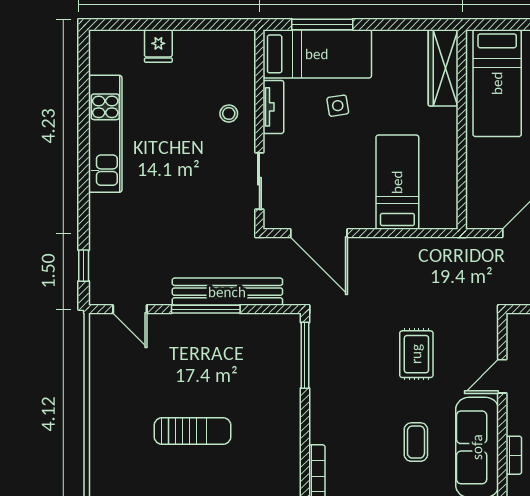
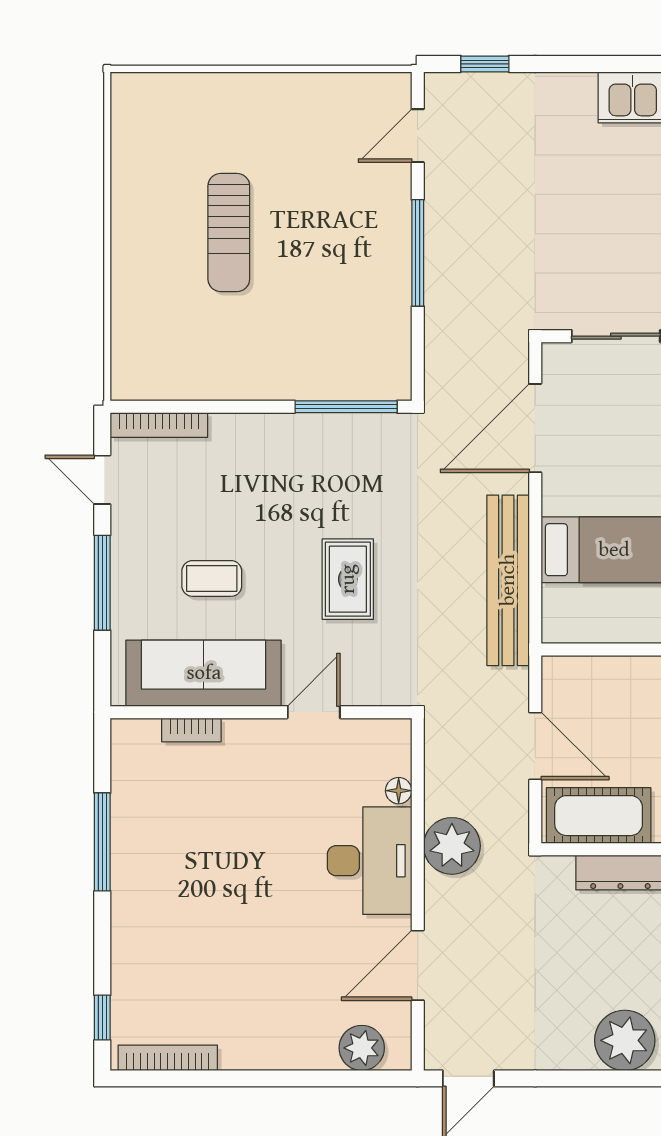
bench: (227, 292) -> (508, 580), moved
rug: (416, 354) -> (348, 579), turned 90
door: (502, 376) -> (314, 712), hinge flipped

